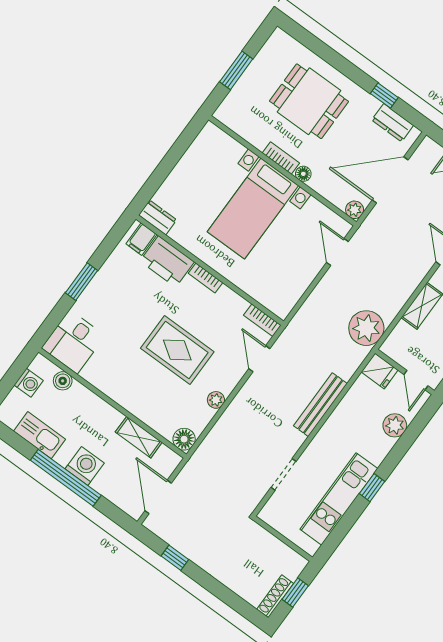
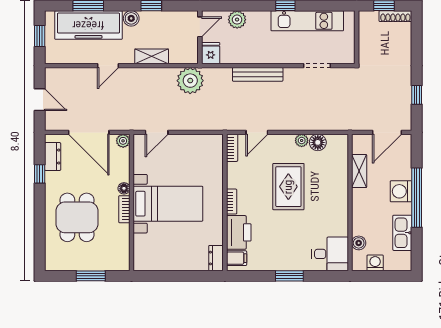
floor lamp: (184, 439) -> (318, 142), moved

